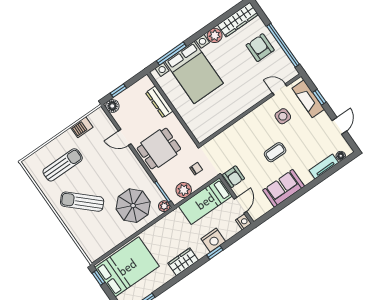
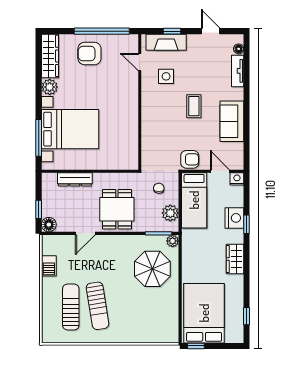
door: (280, 89) -> (140, 62), hinge flipped
sun lounger: (82, 202) -> (98, 306), moved, turned -52

